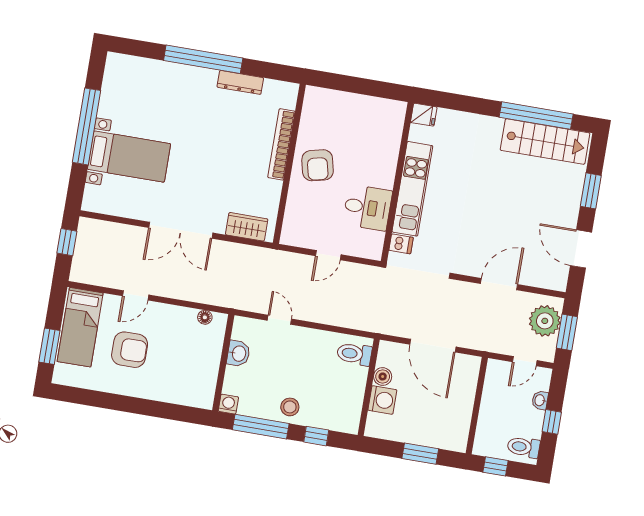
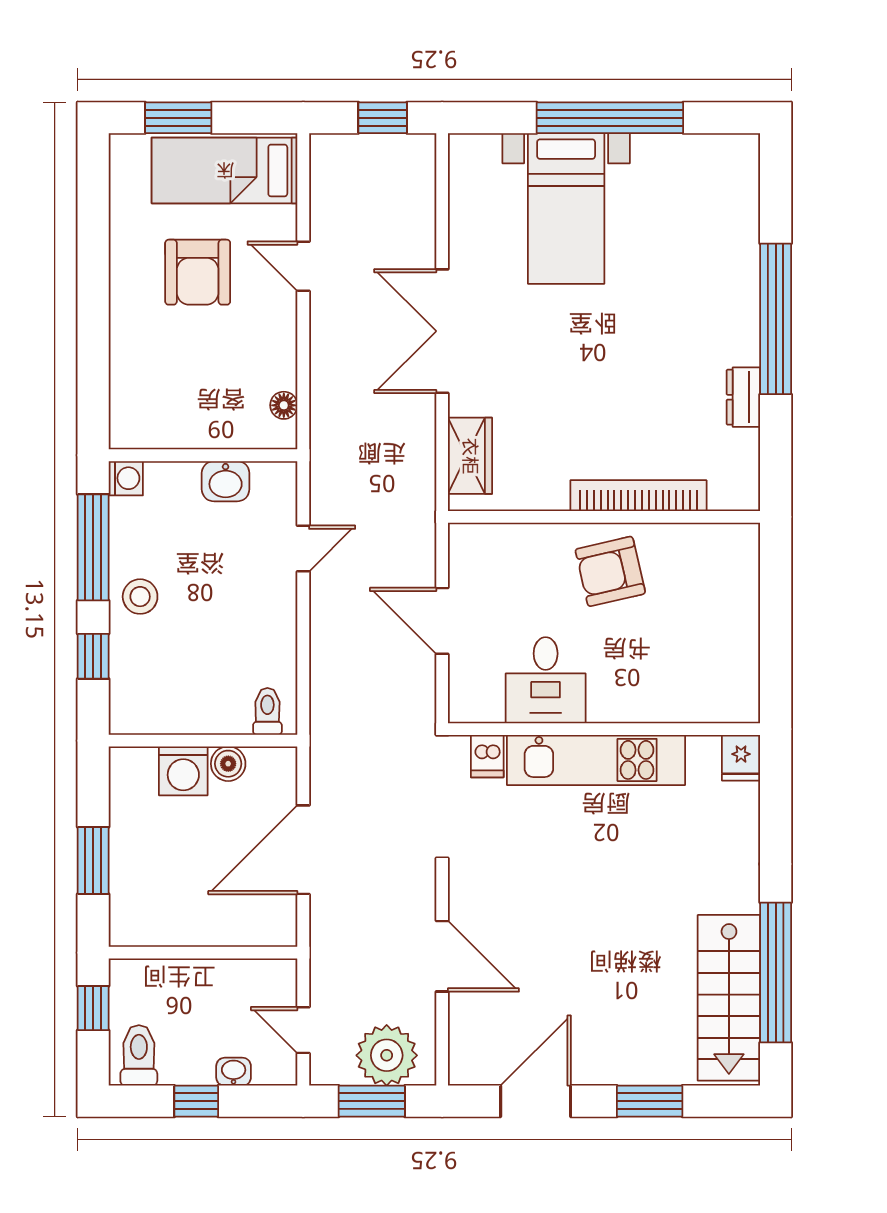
dresser: (240, 82) -> (743, 397), width x0.70
door: (328, 255) -> (442, 621), width x1.38
toilet: (354, 354) -> (267, 711), width x0.73, depth x0.72

